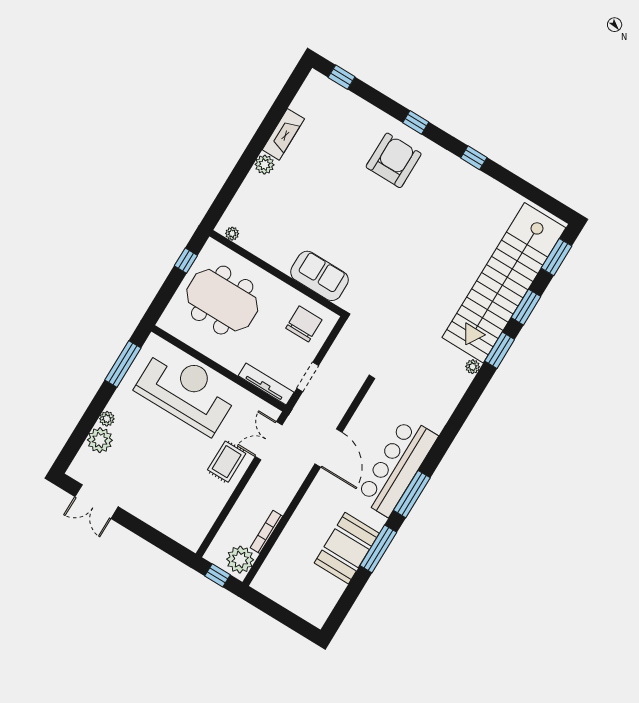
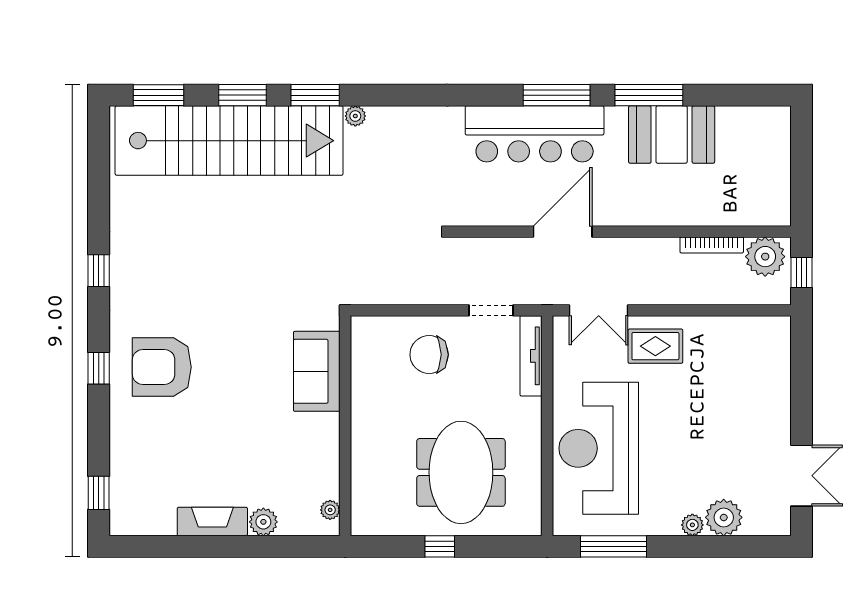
plant: (232, 234) -> (330, 510), moved
wall: (277, 273) -> (345, 426), moved
sofa: (319, 276) -> (317, 371), moved

